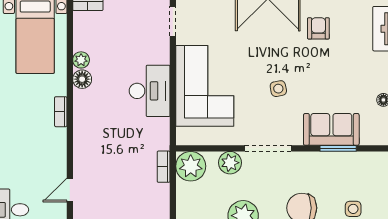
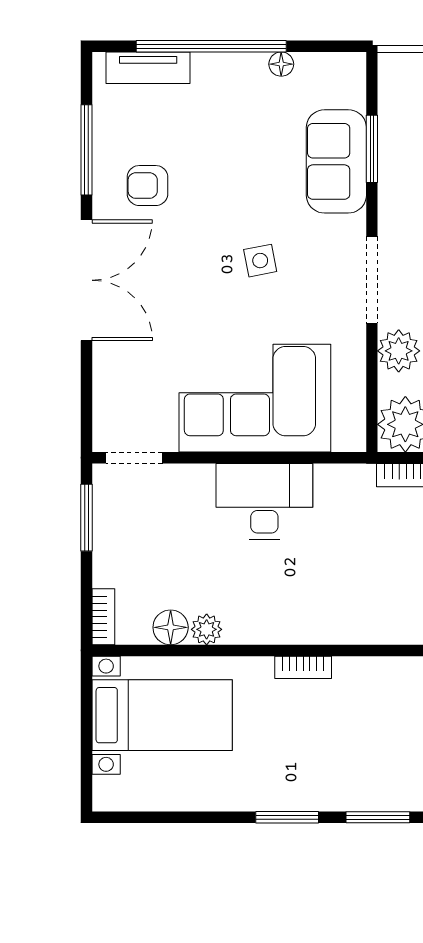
floor lamp: (82, 79) -> (171, 627), moved

